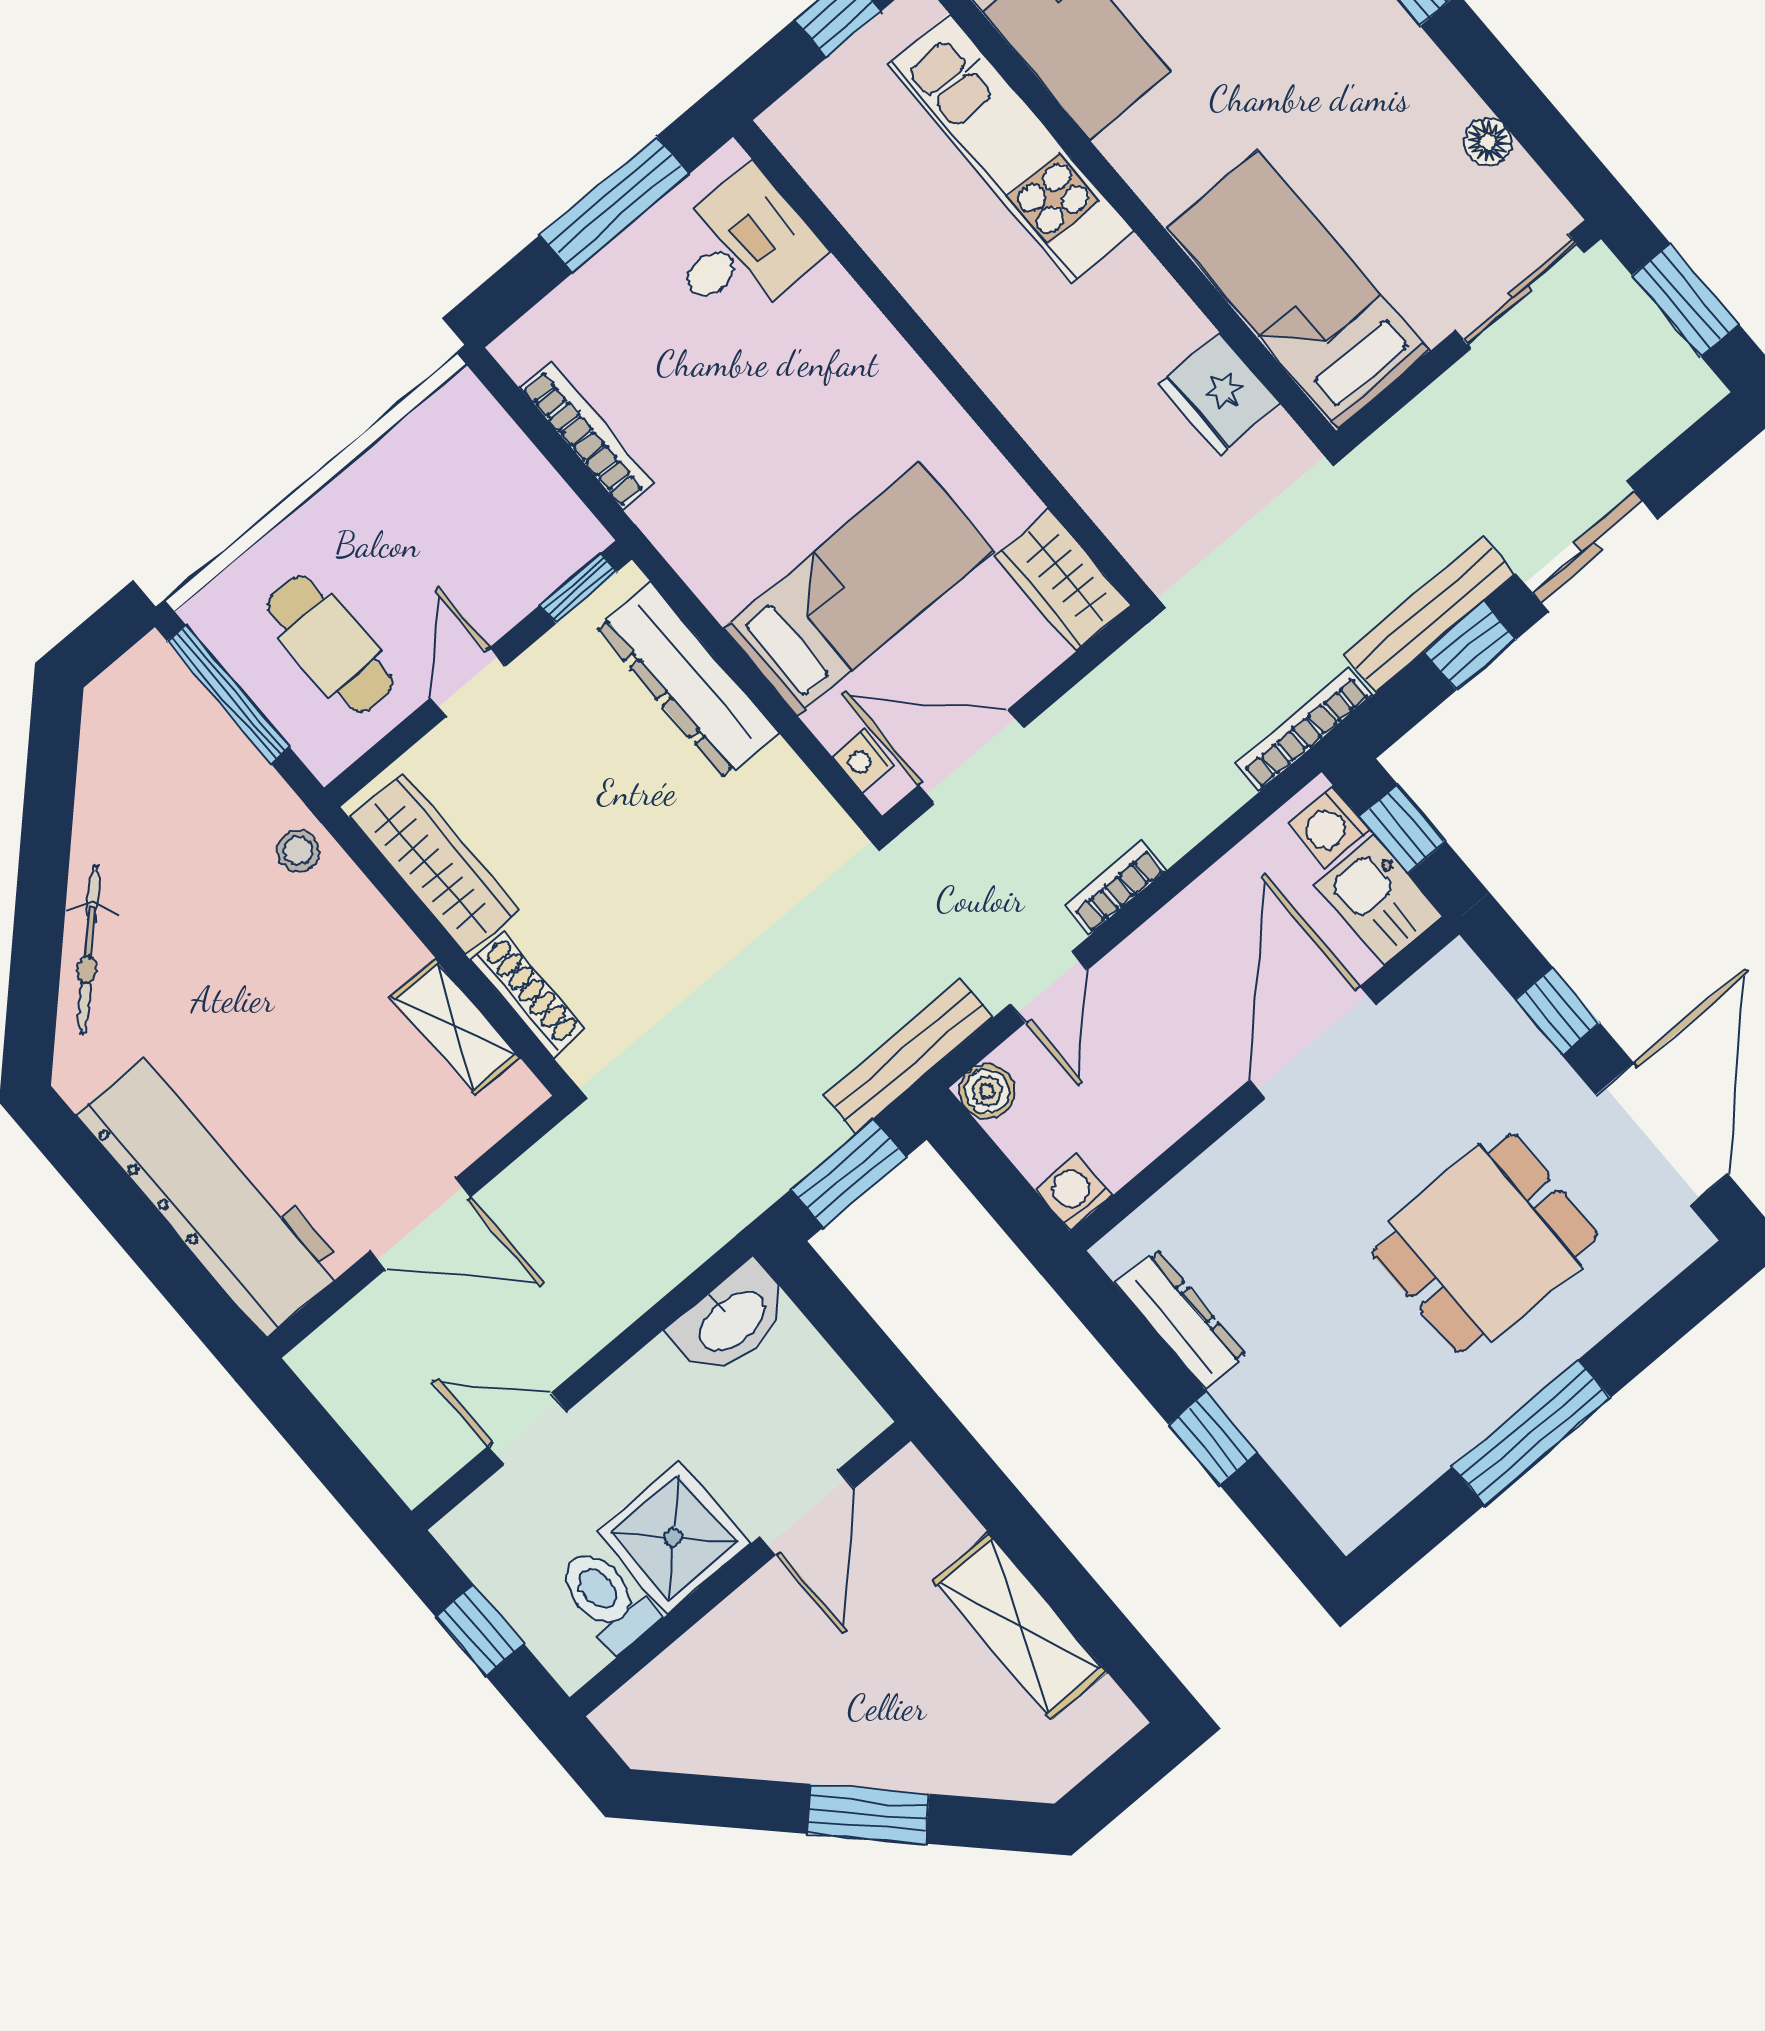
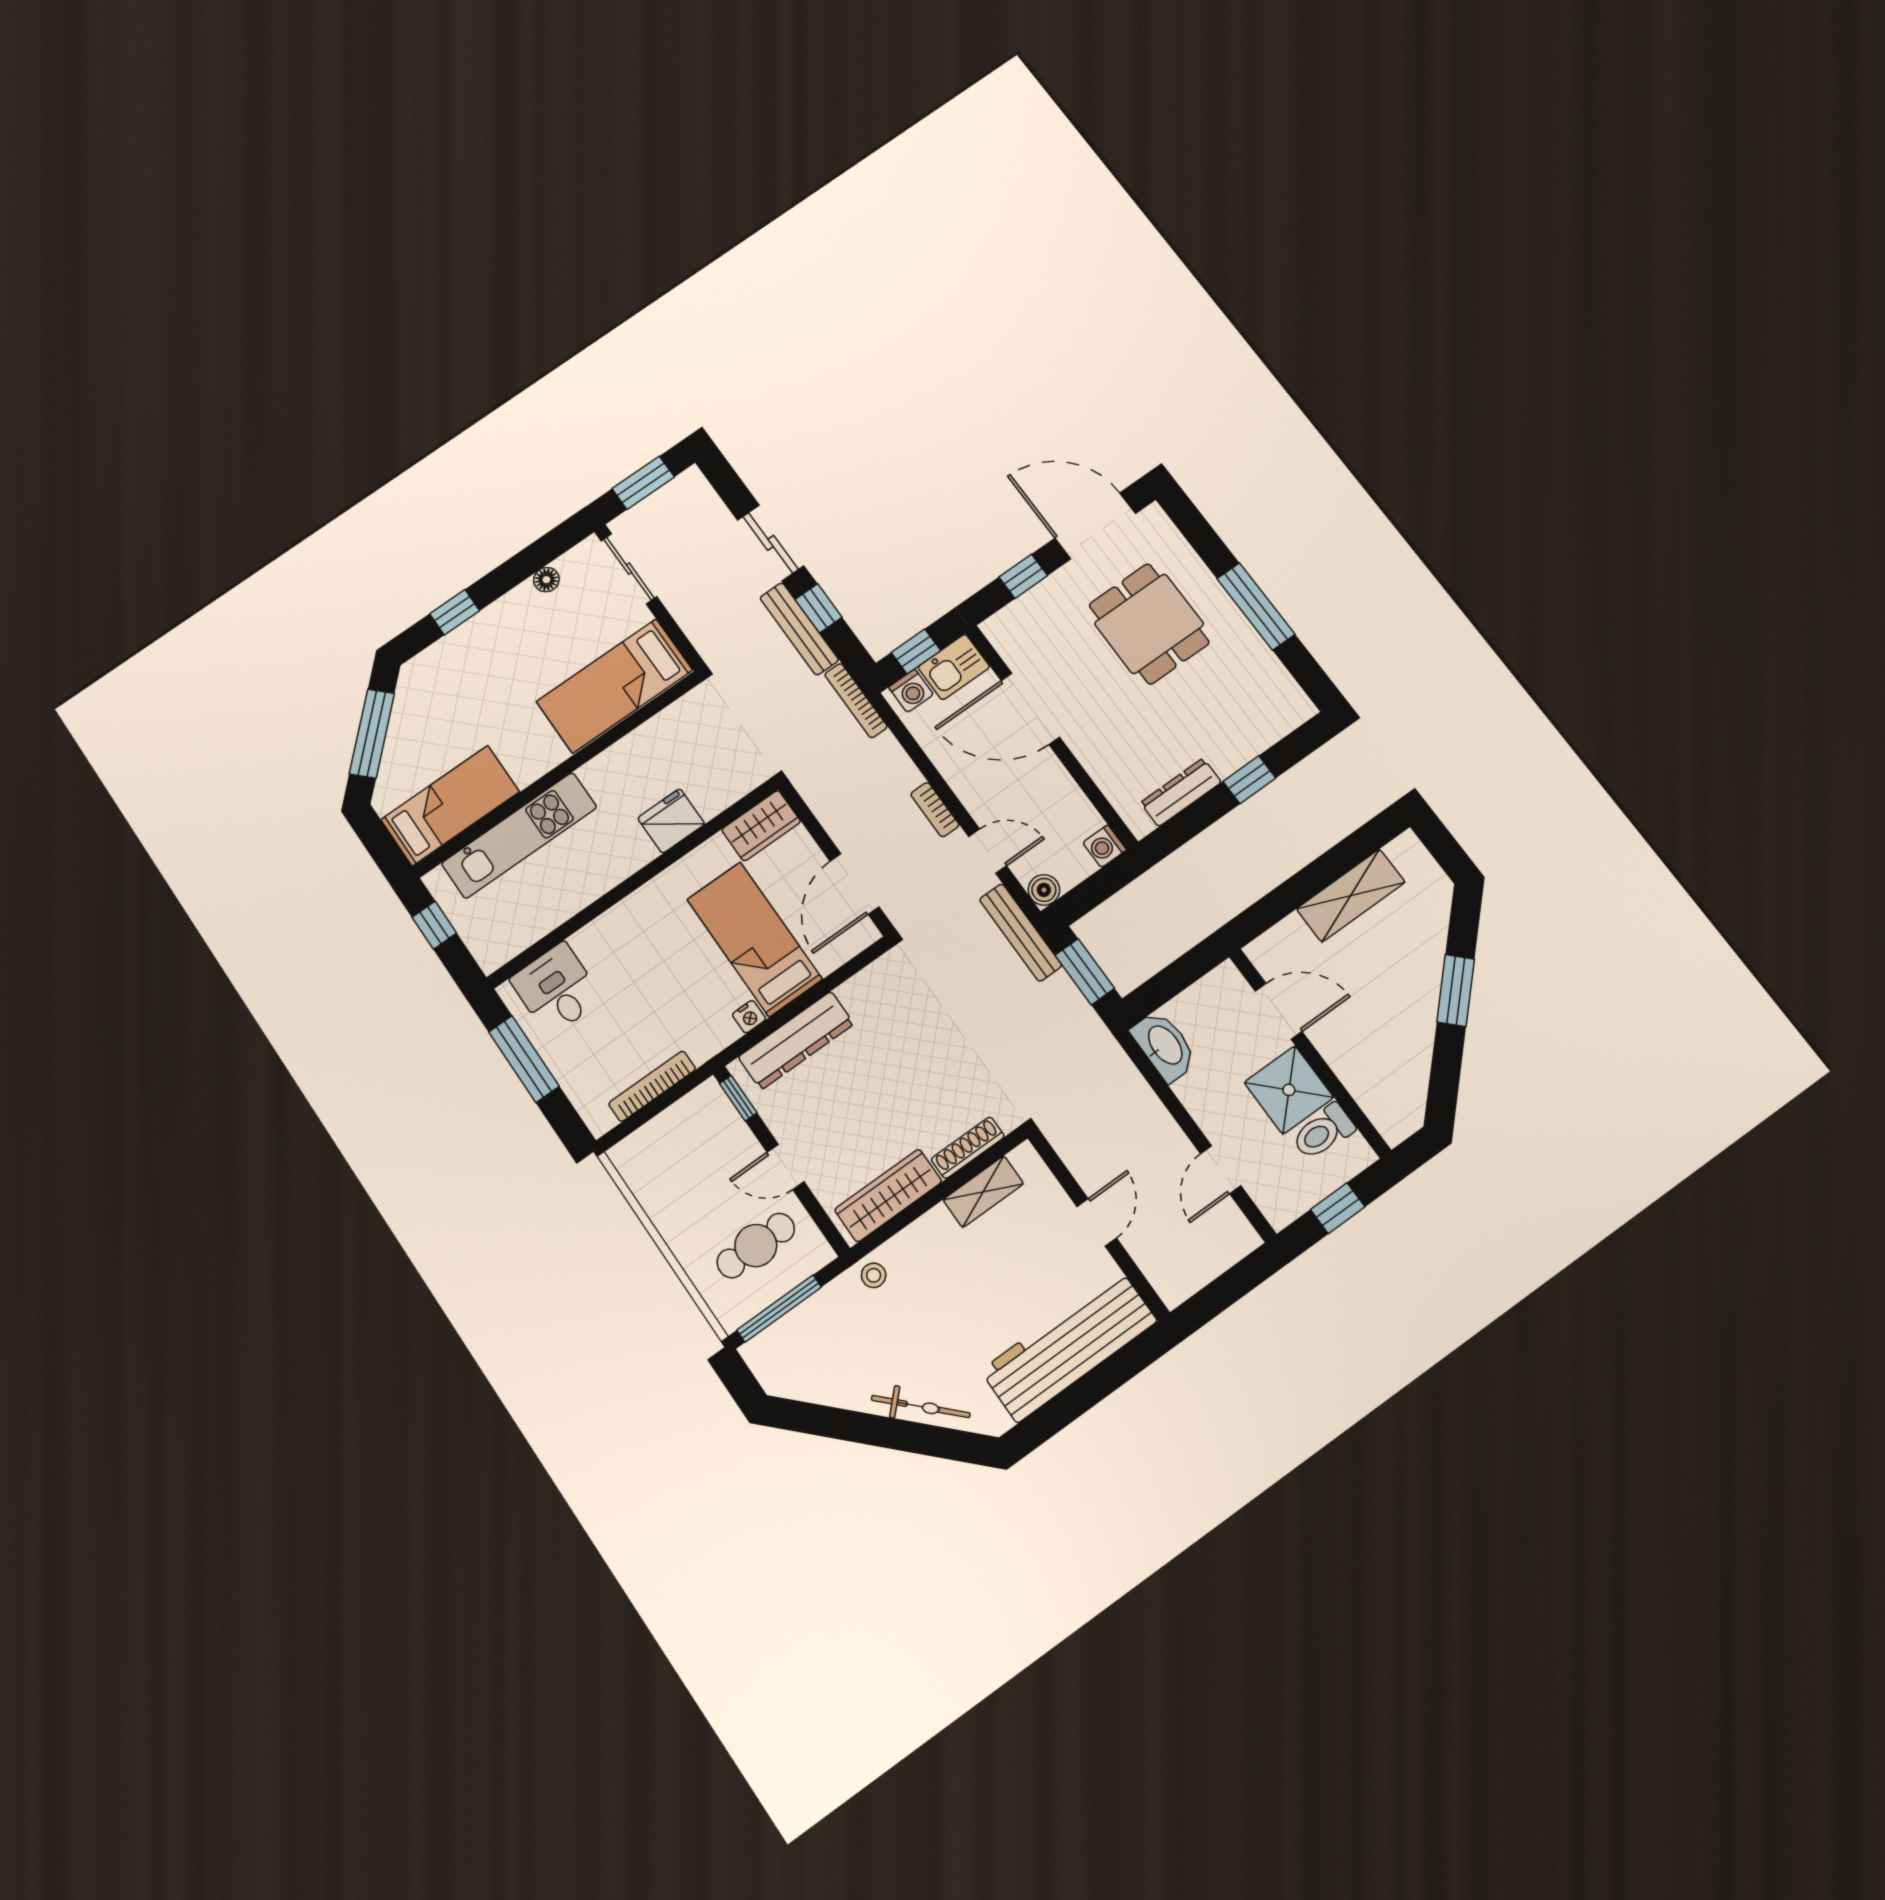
fridge: (1219, 394) -> (671, 821), moved, turned 180
nightstand: (863, 760) -> (749, 1017), moved
door: (420, 1224) -> (1097, 1222), width x0.73

